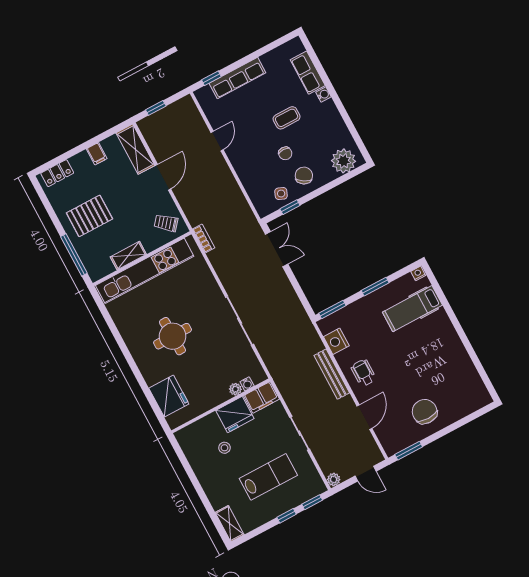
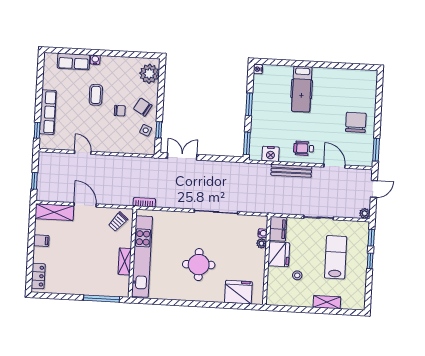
pallet: (89, 216) -> (81, 272), removed
hospital bed: (412, 309) -> (302, 89), moved
chair: (425, 412) -> (356, 122), turned 90
shelving: (230, 524) -> (327, 302), moved

